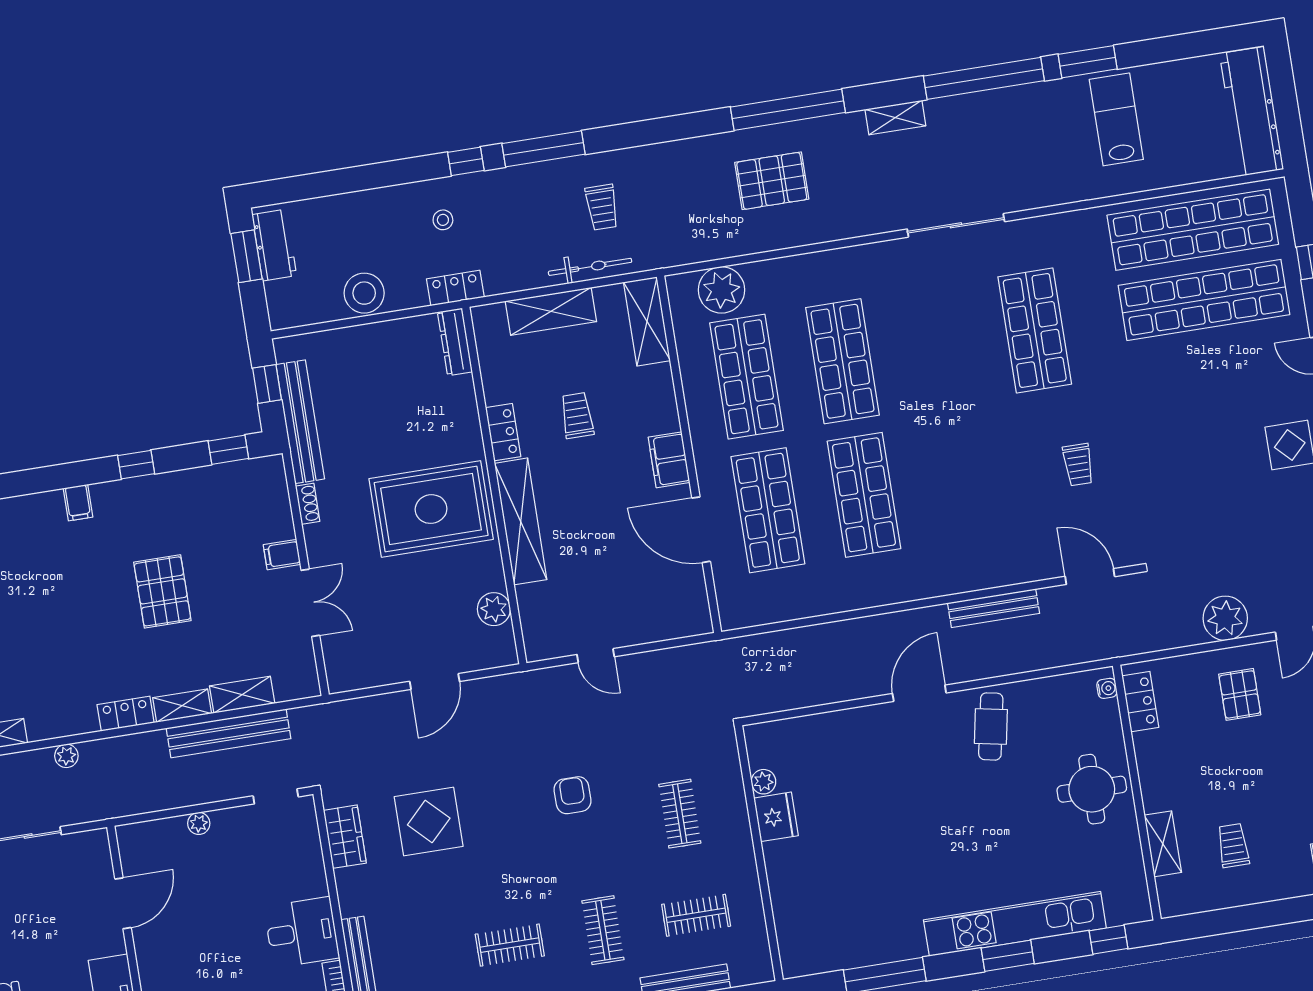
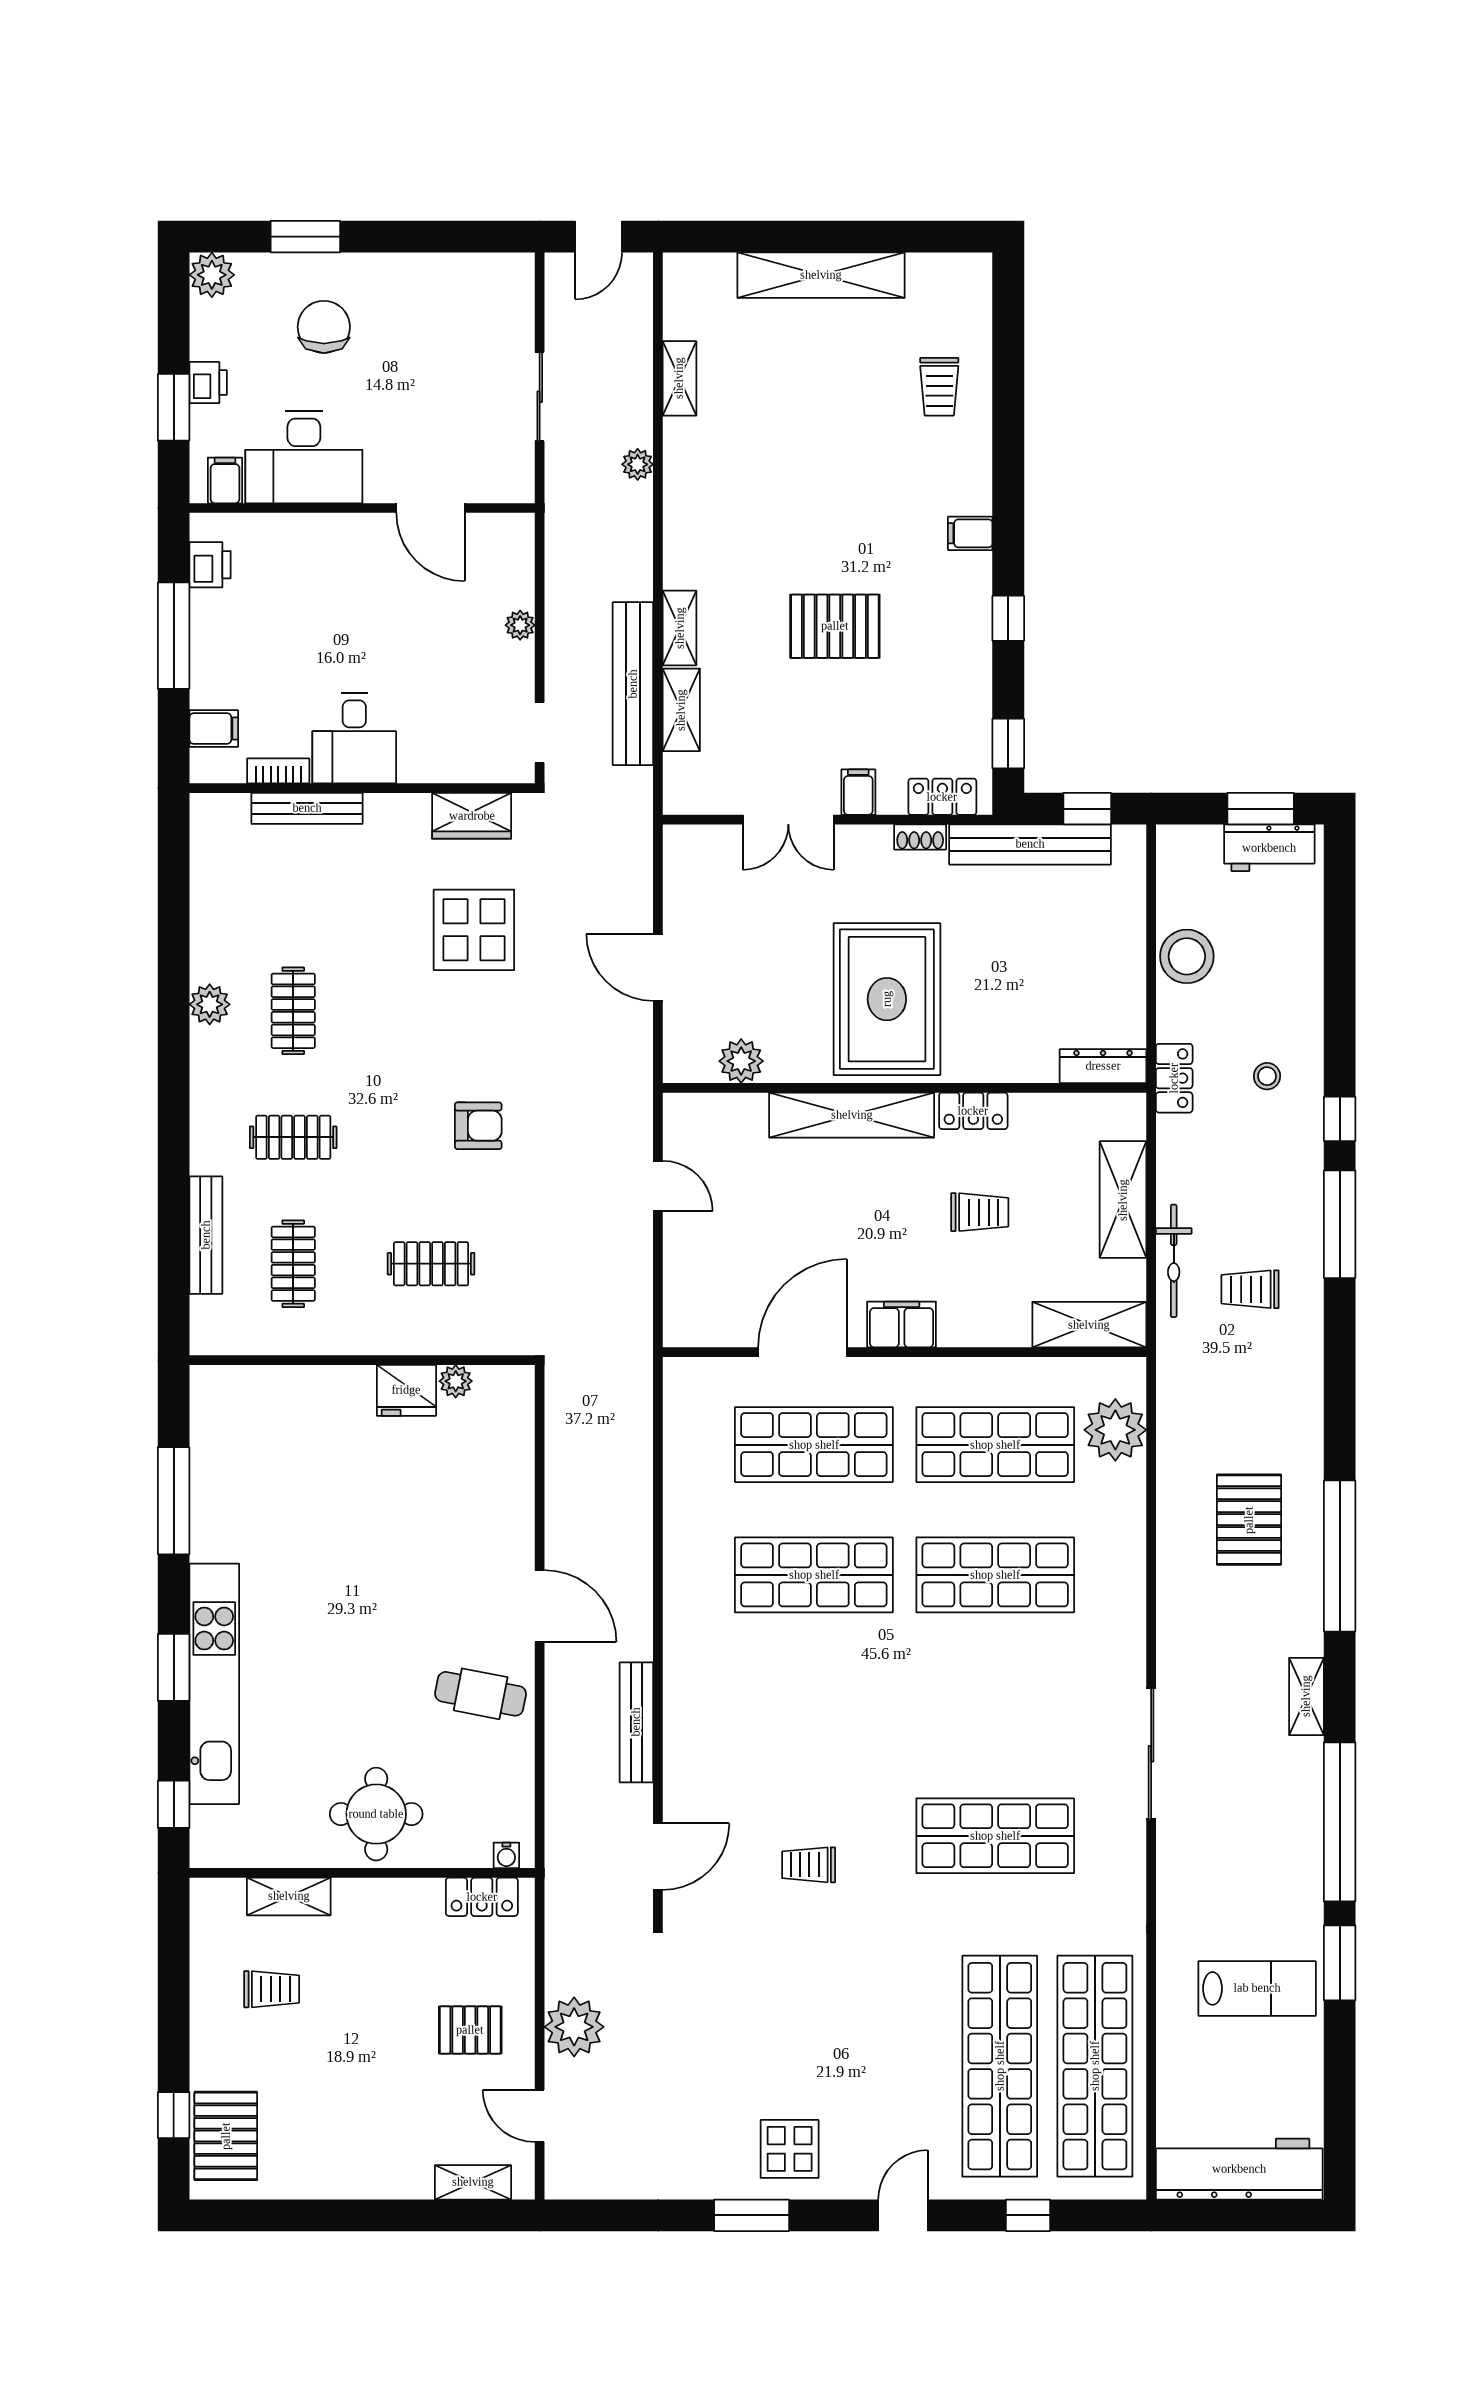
door: (596, 656) -> (658, 1186), swing flipped
locker: (126, 714) -> (942, 797), moved, turned -90

